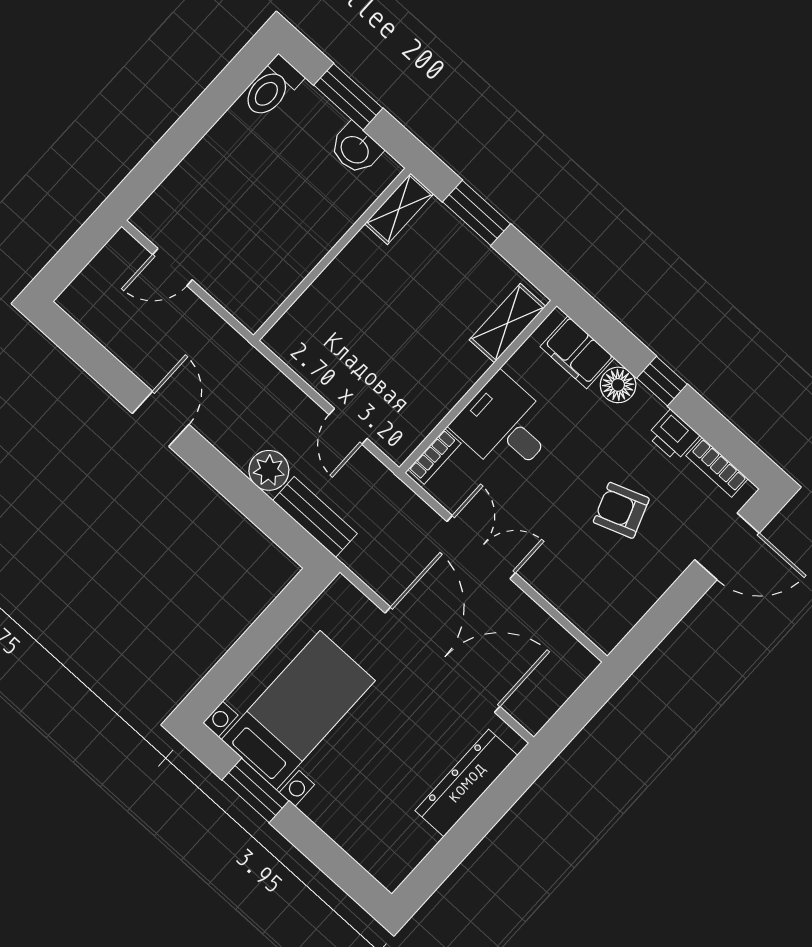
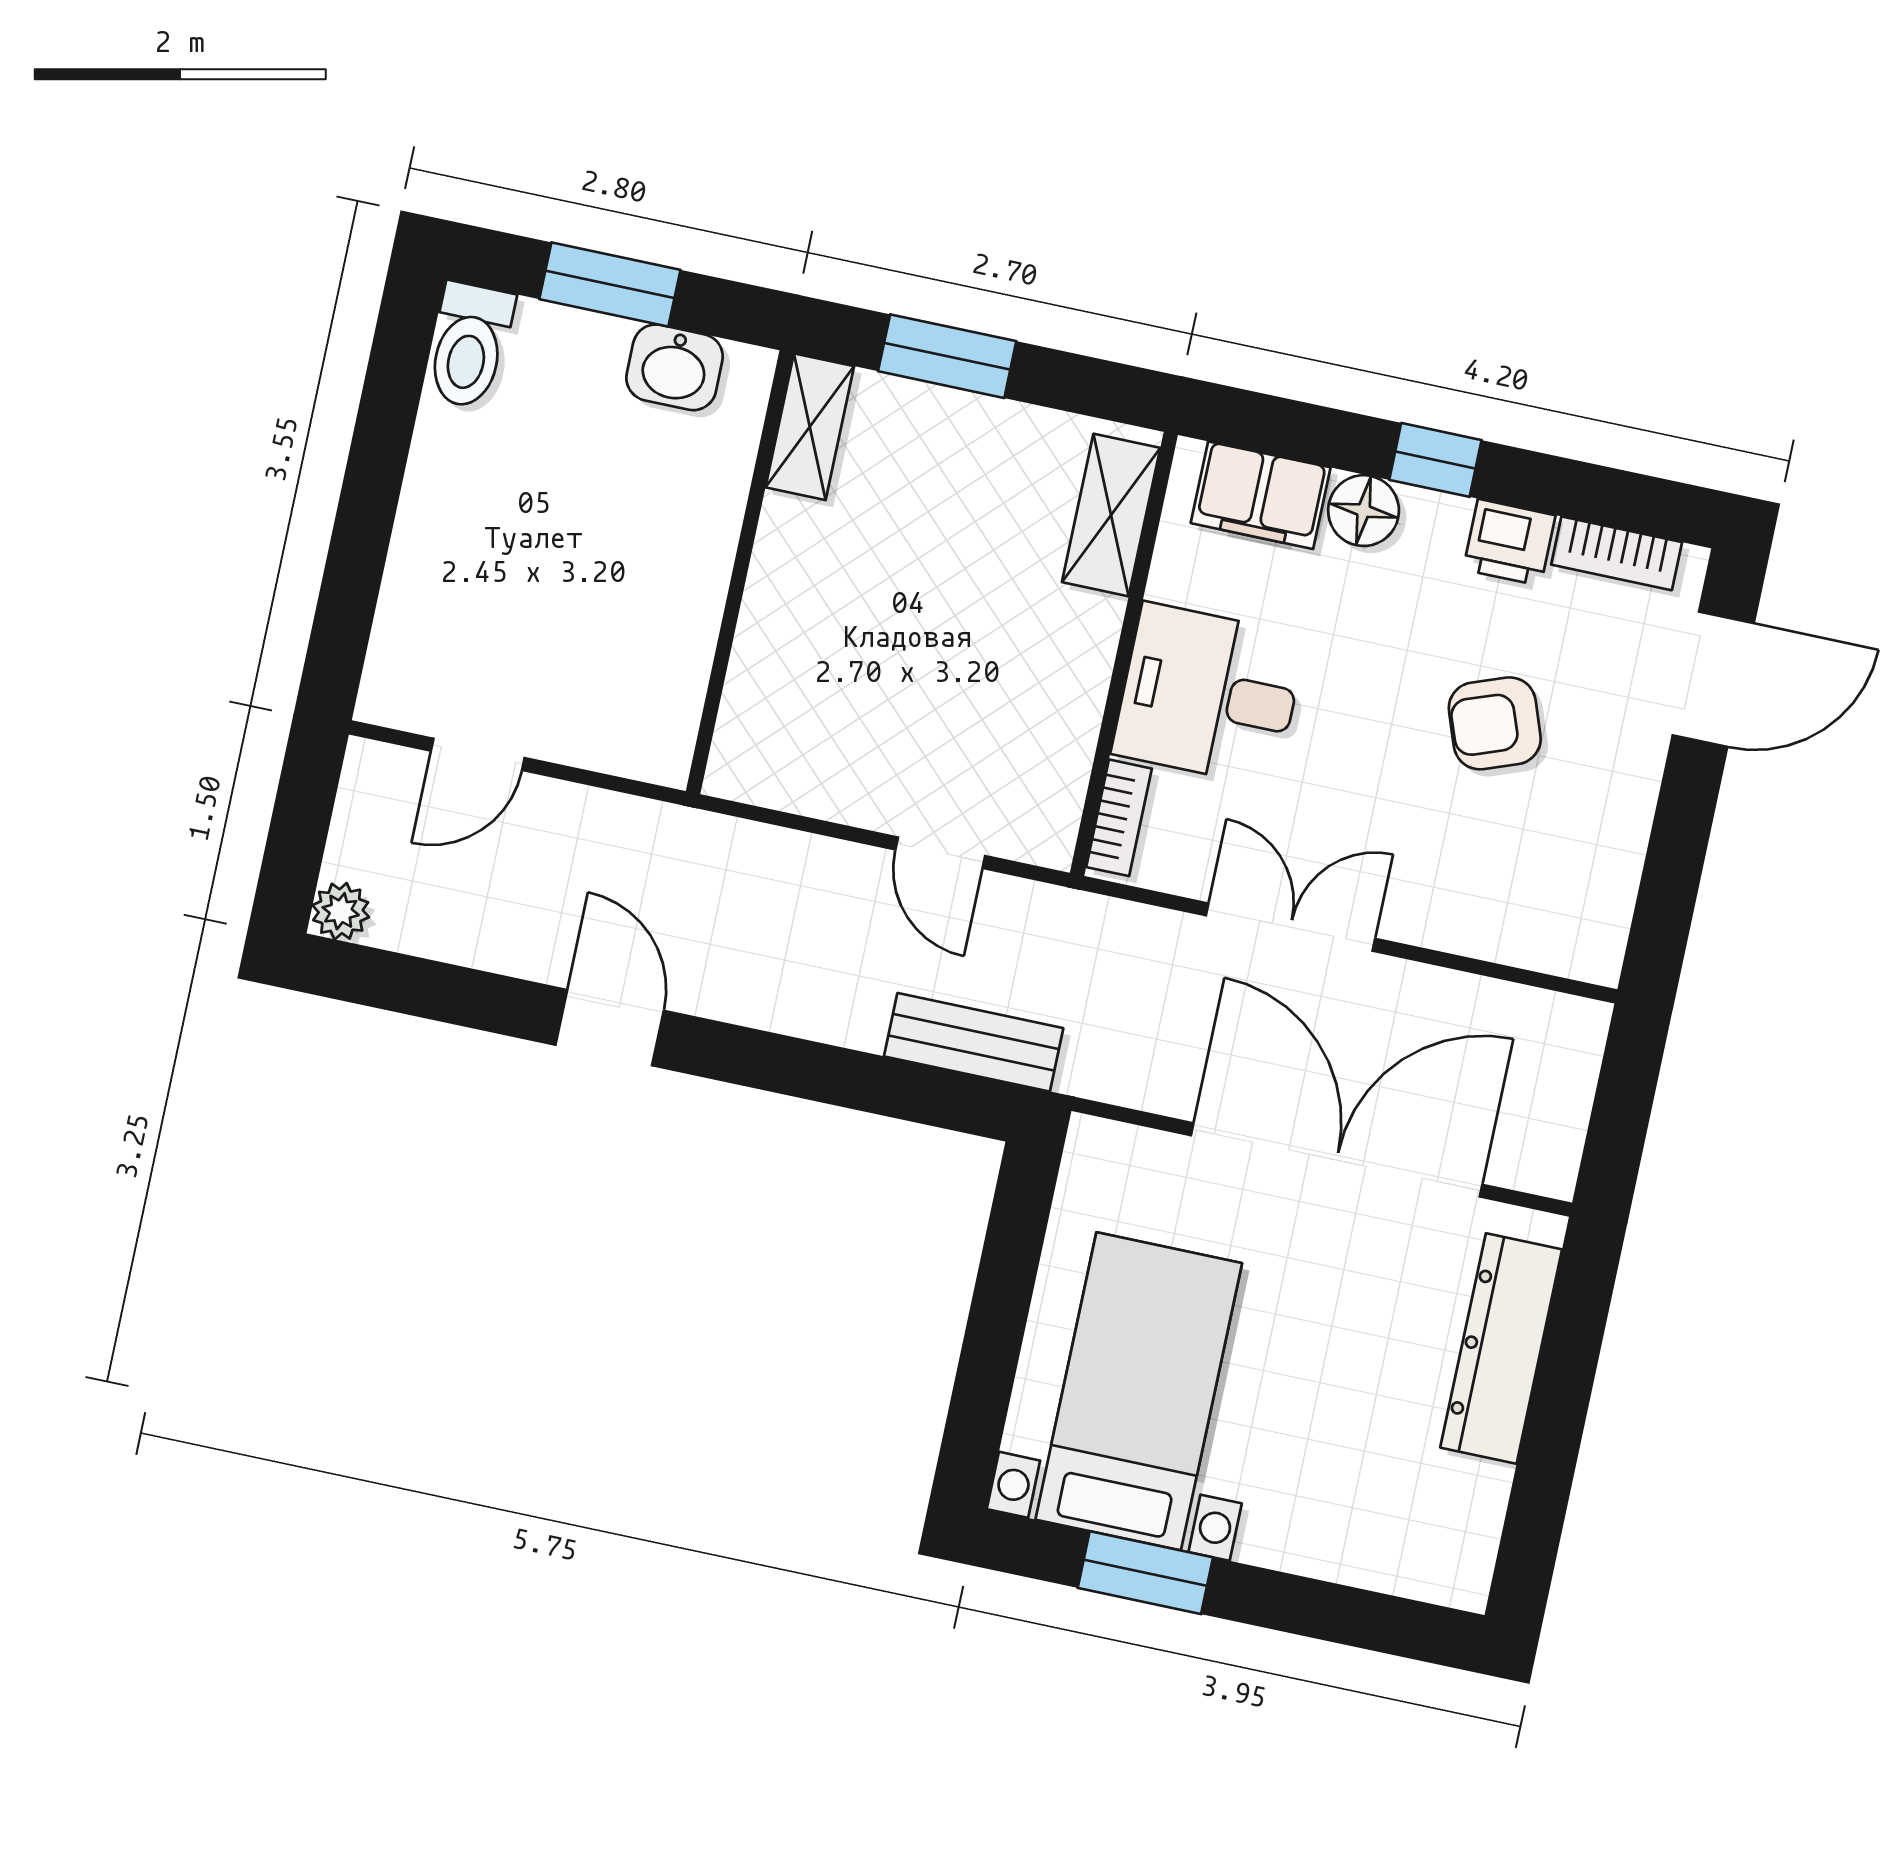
plant: (269, 470) -> (341, 911), moved, width x0.73, depth x0.73

